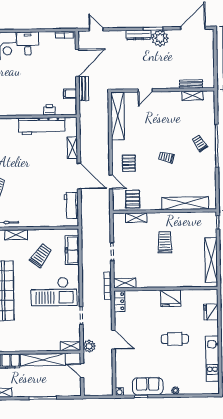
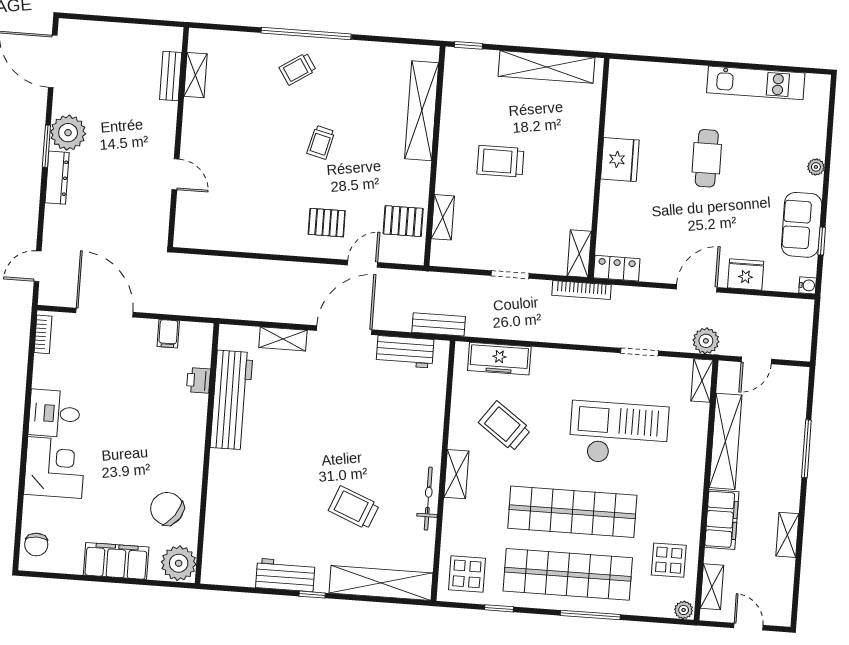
bench: (84, 89) -> (439, 324), moved
shelving: (118, 116) -> (225, 237), removed
checkout: (54, 292) -> (619, 433), moved, turned -90
fridge: (211, 312) -> (746, 274), moved, turned 180

